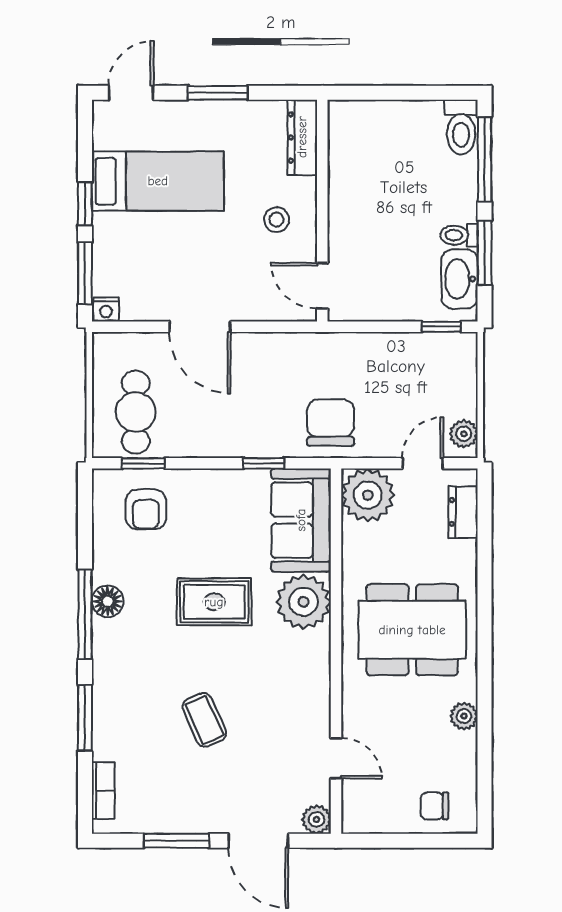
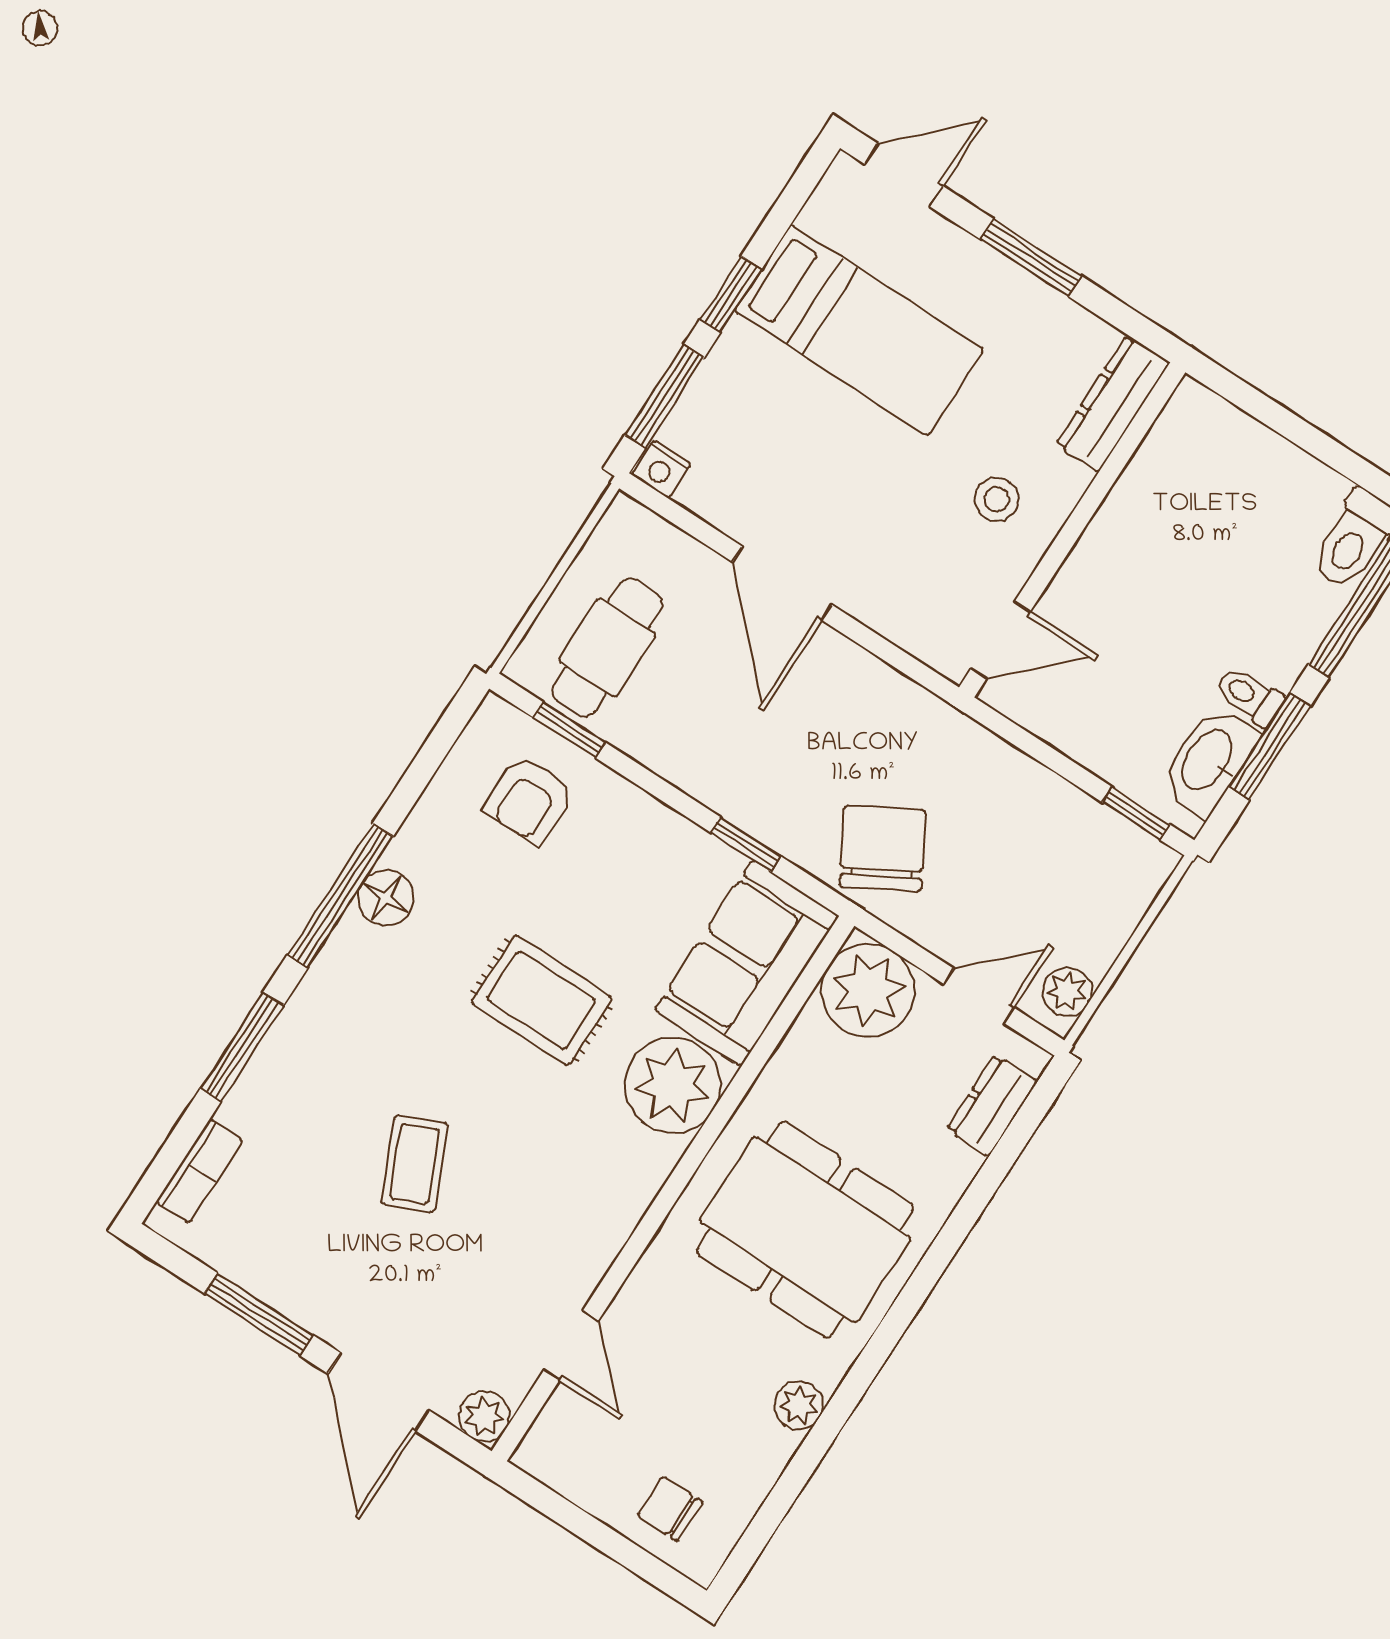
door: (322, 286) -> (1001, 640), swing flipped
chair: (331, 423) -> (883, 849), turned -30

